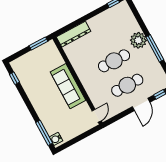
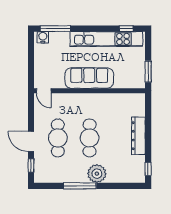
dresser: (74, 34) -> (138, 136), moved
kitchen unit: (31, 89) -> (106, 39), added

